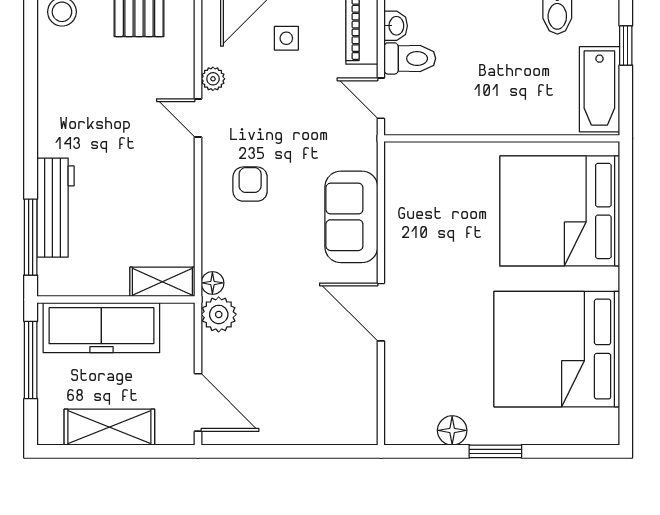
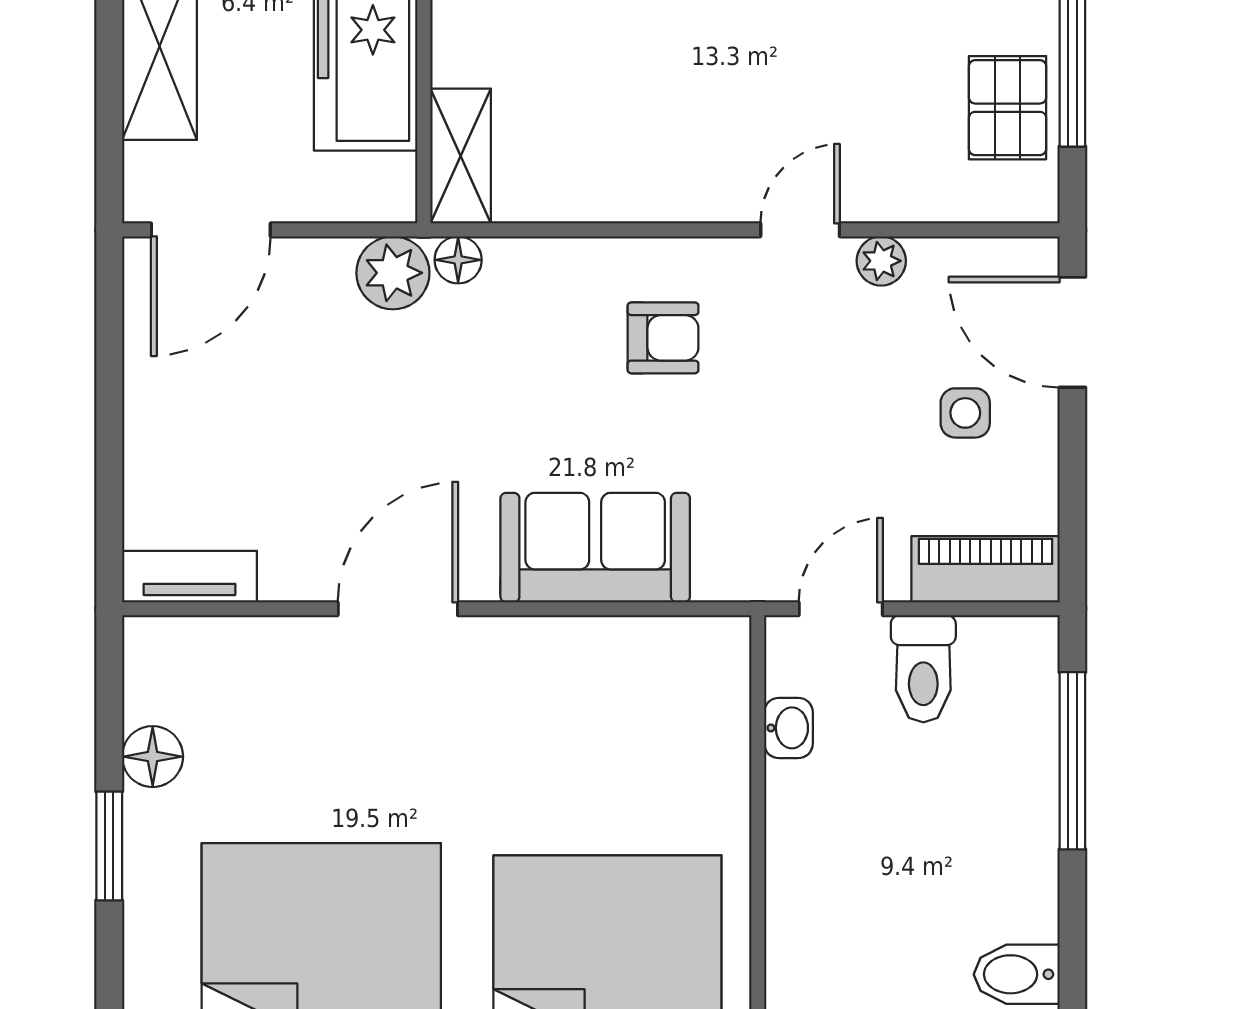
washbasin: (396, 26) -> (789, 728), moved, turned -90
tv unit: (365, 413) -> (189, 577), added

